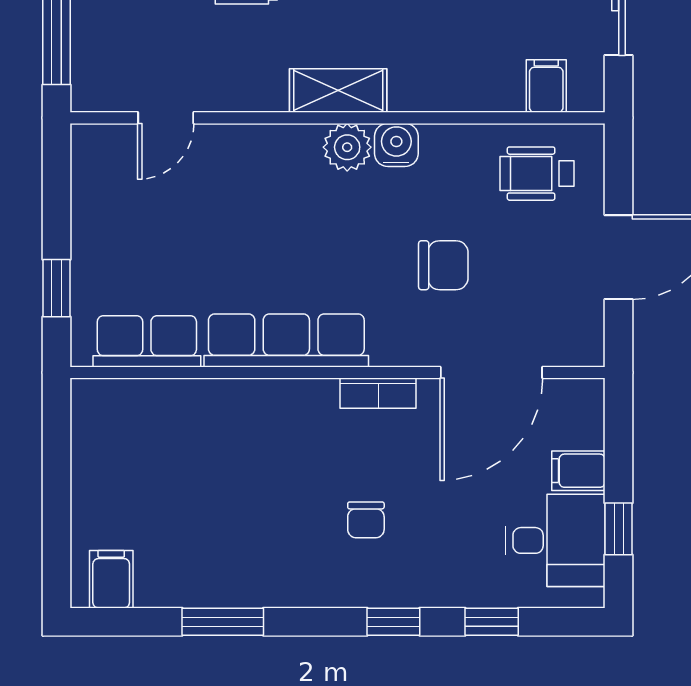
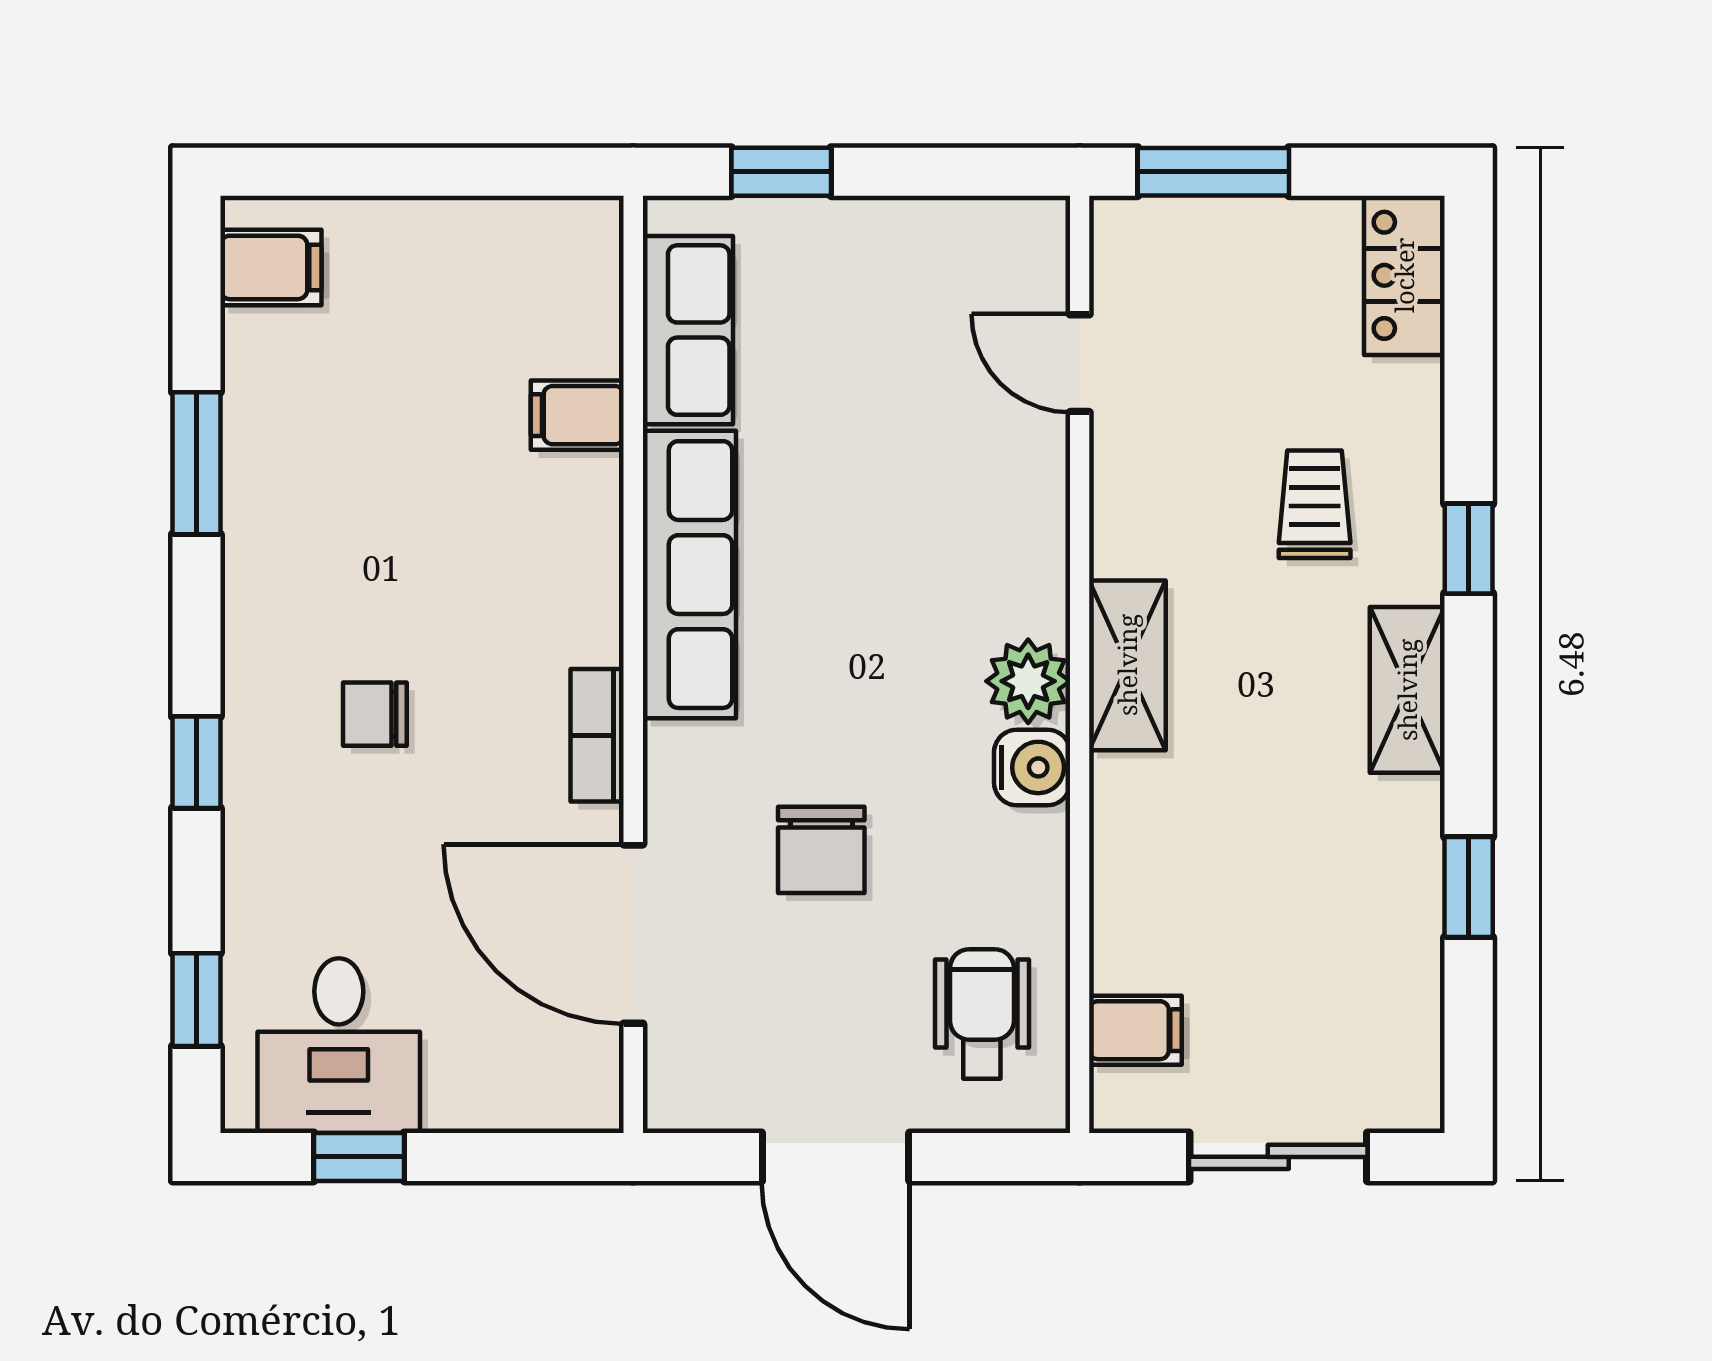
filing cabinet: (578, 471) -> (577, 415), moved, turned -90
window: (492, 622) -> (196, 1000), moved

